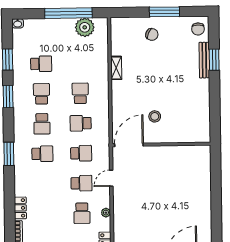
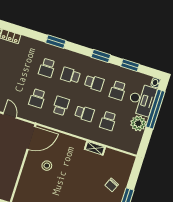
window: (68, 13) -> (155, 109), moved
plant: (85, 27) -> (138, 123), moved
desk: (43, 33) -> (142, 100), added
door: (129, 145) -> (31, 138), hinge flipped
school desk: (81, 183) -> (108, 121), moved

